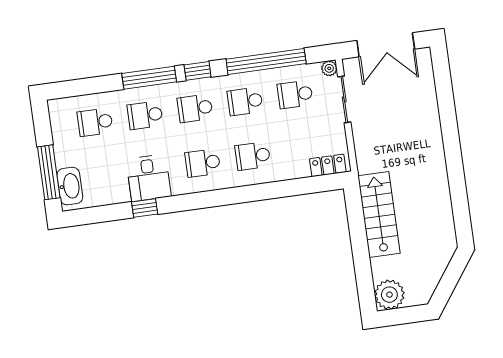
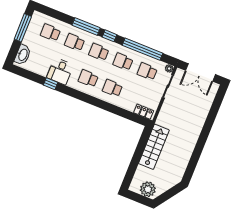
window: (49, 172) -> (23, 28), moved
plant: (389, 295) -> (148, 189), moved

